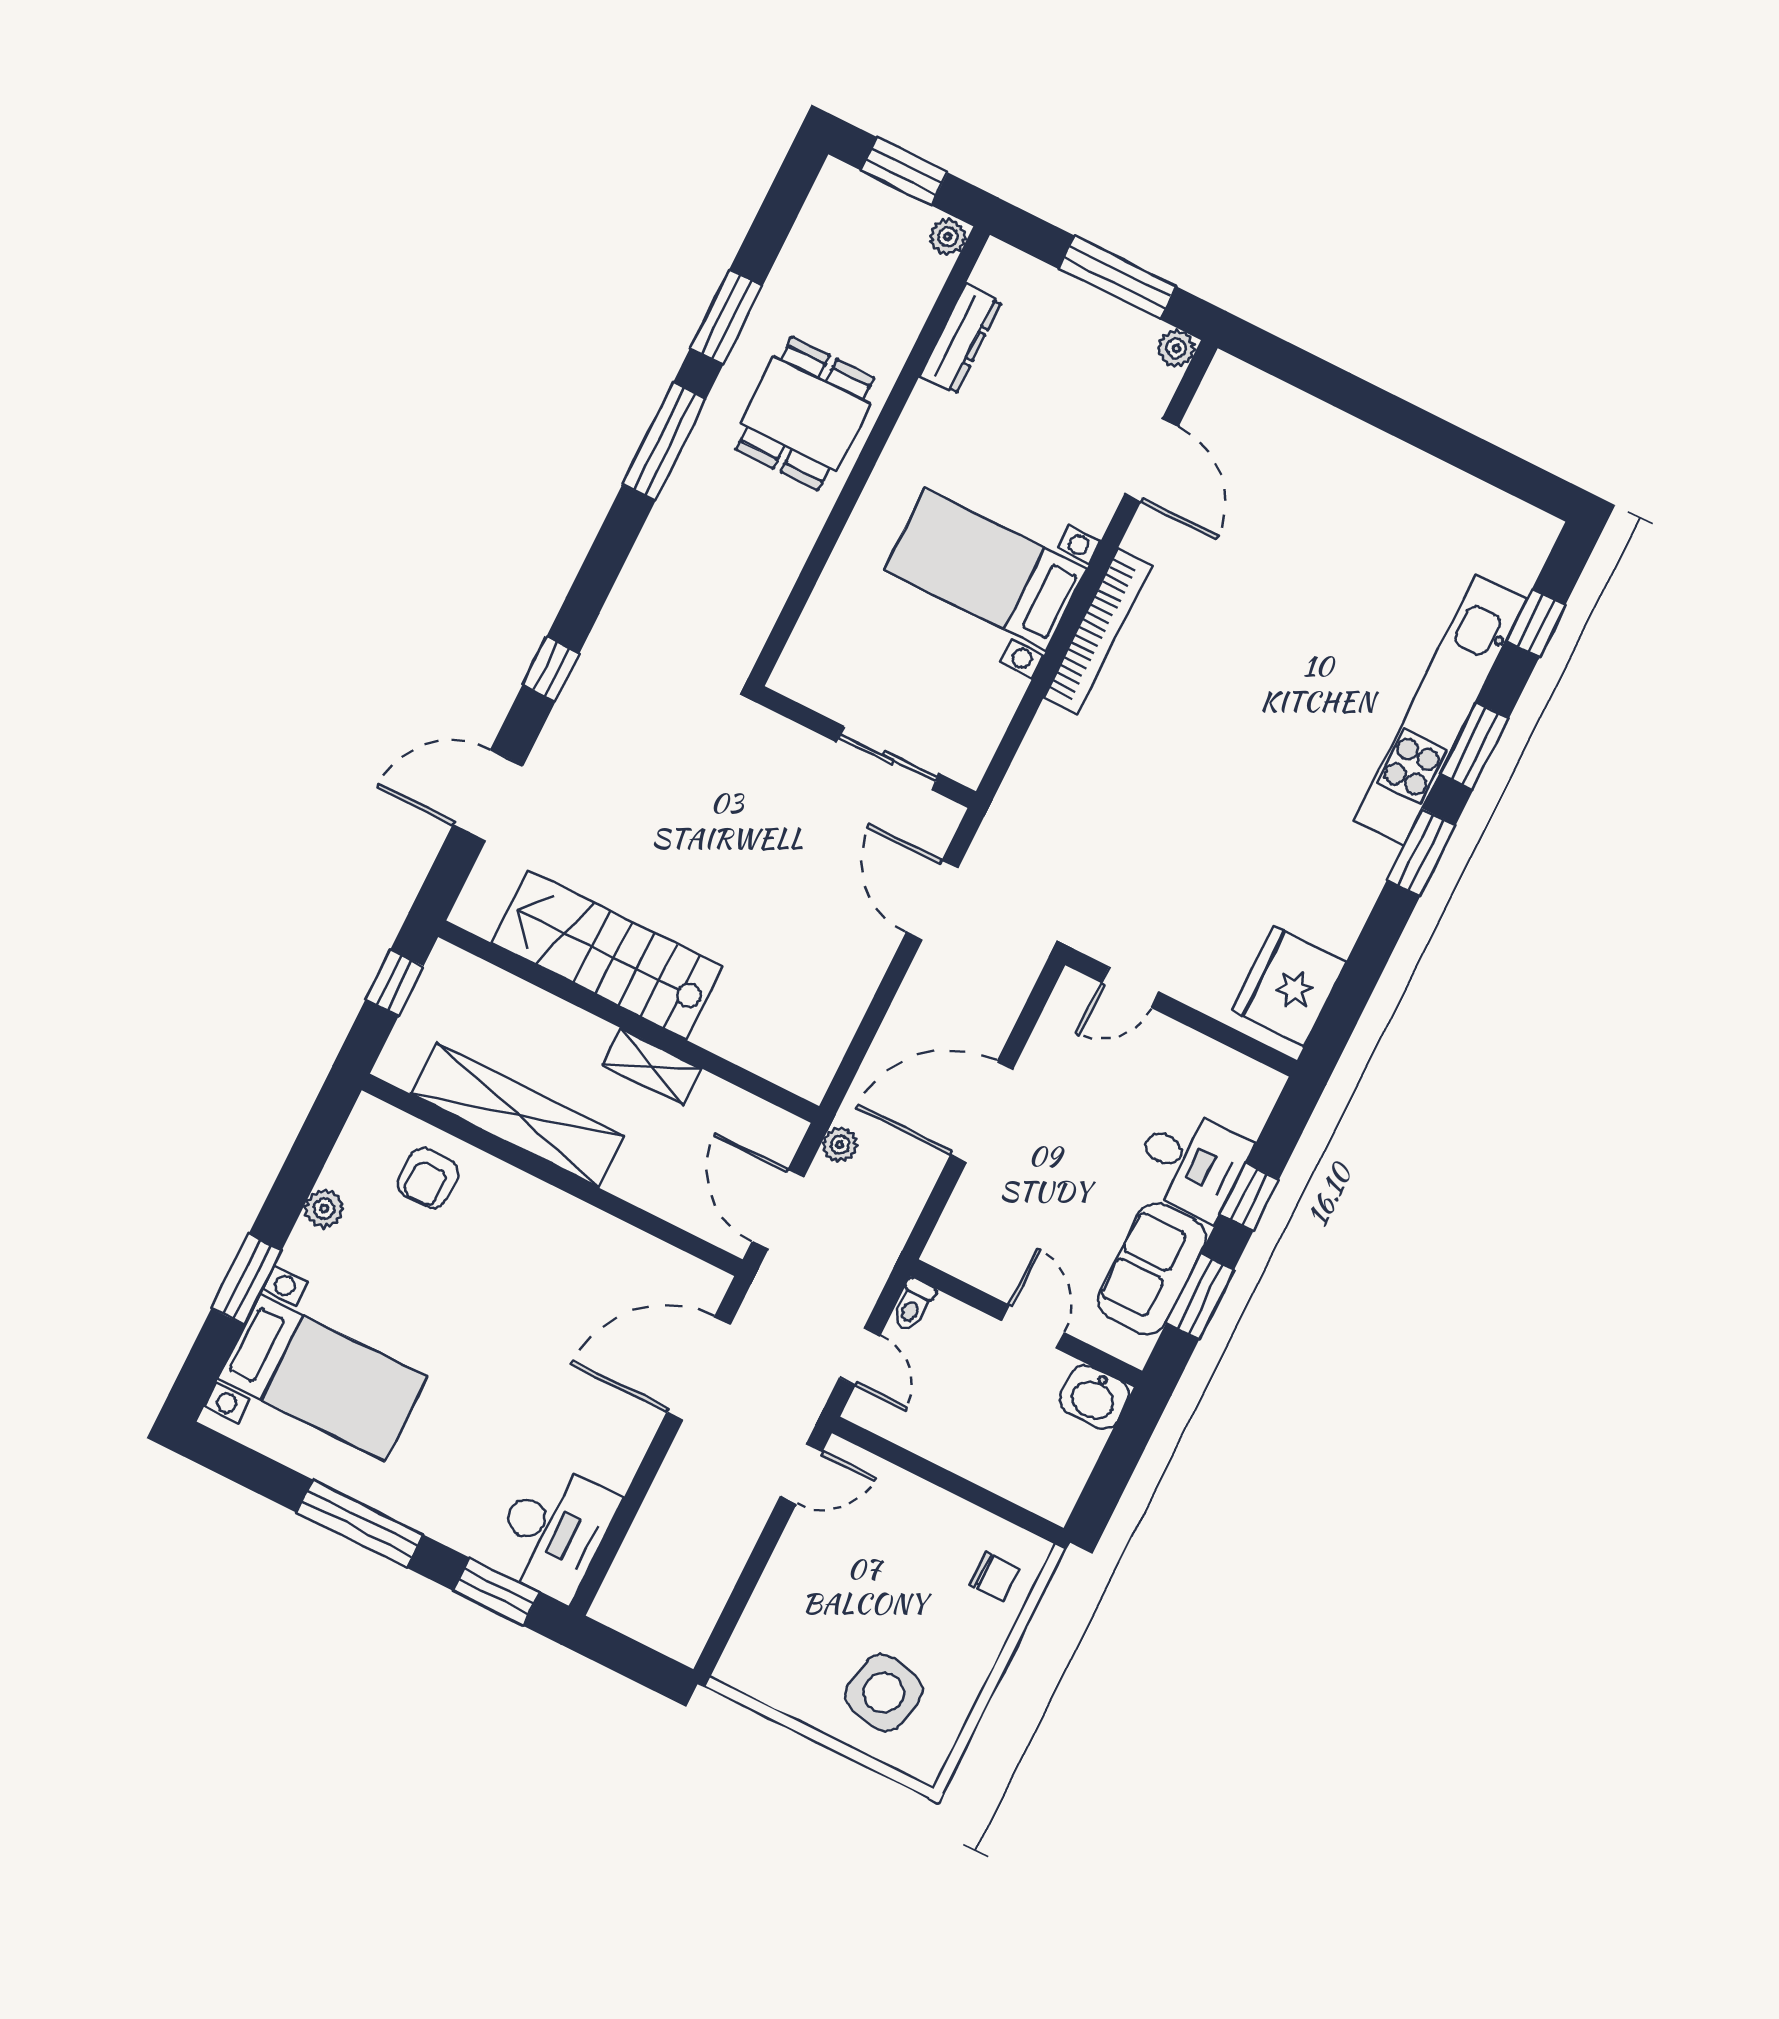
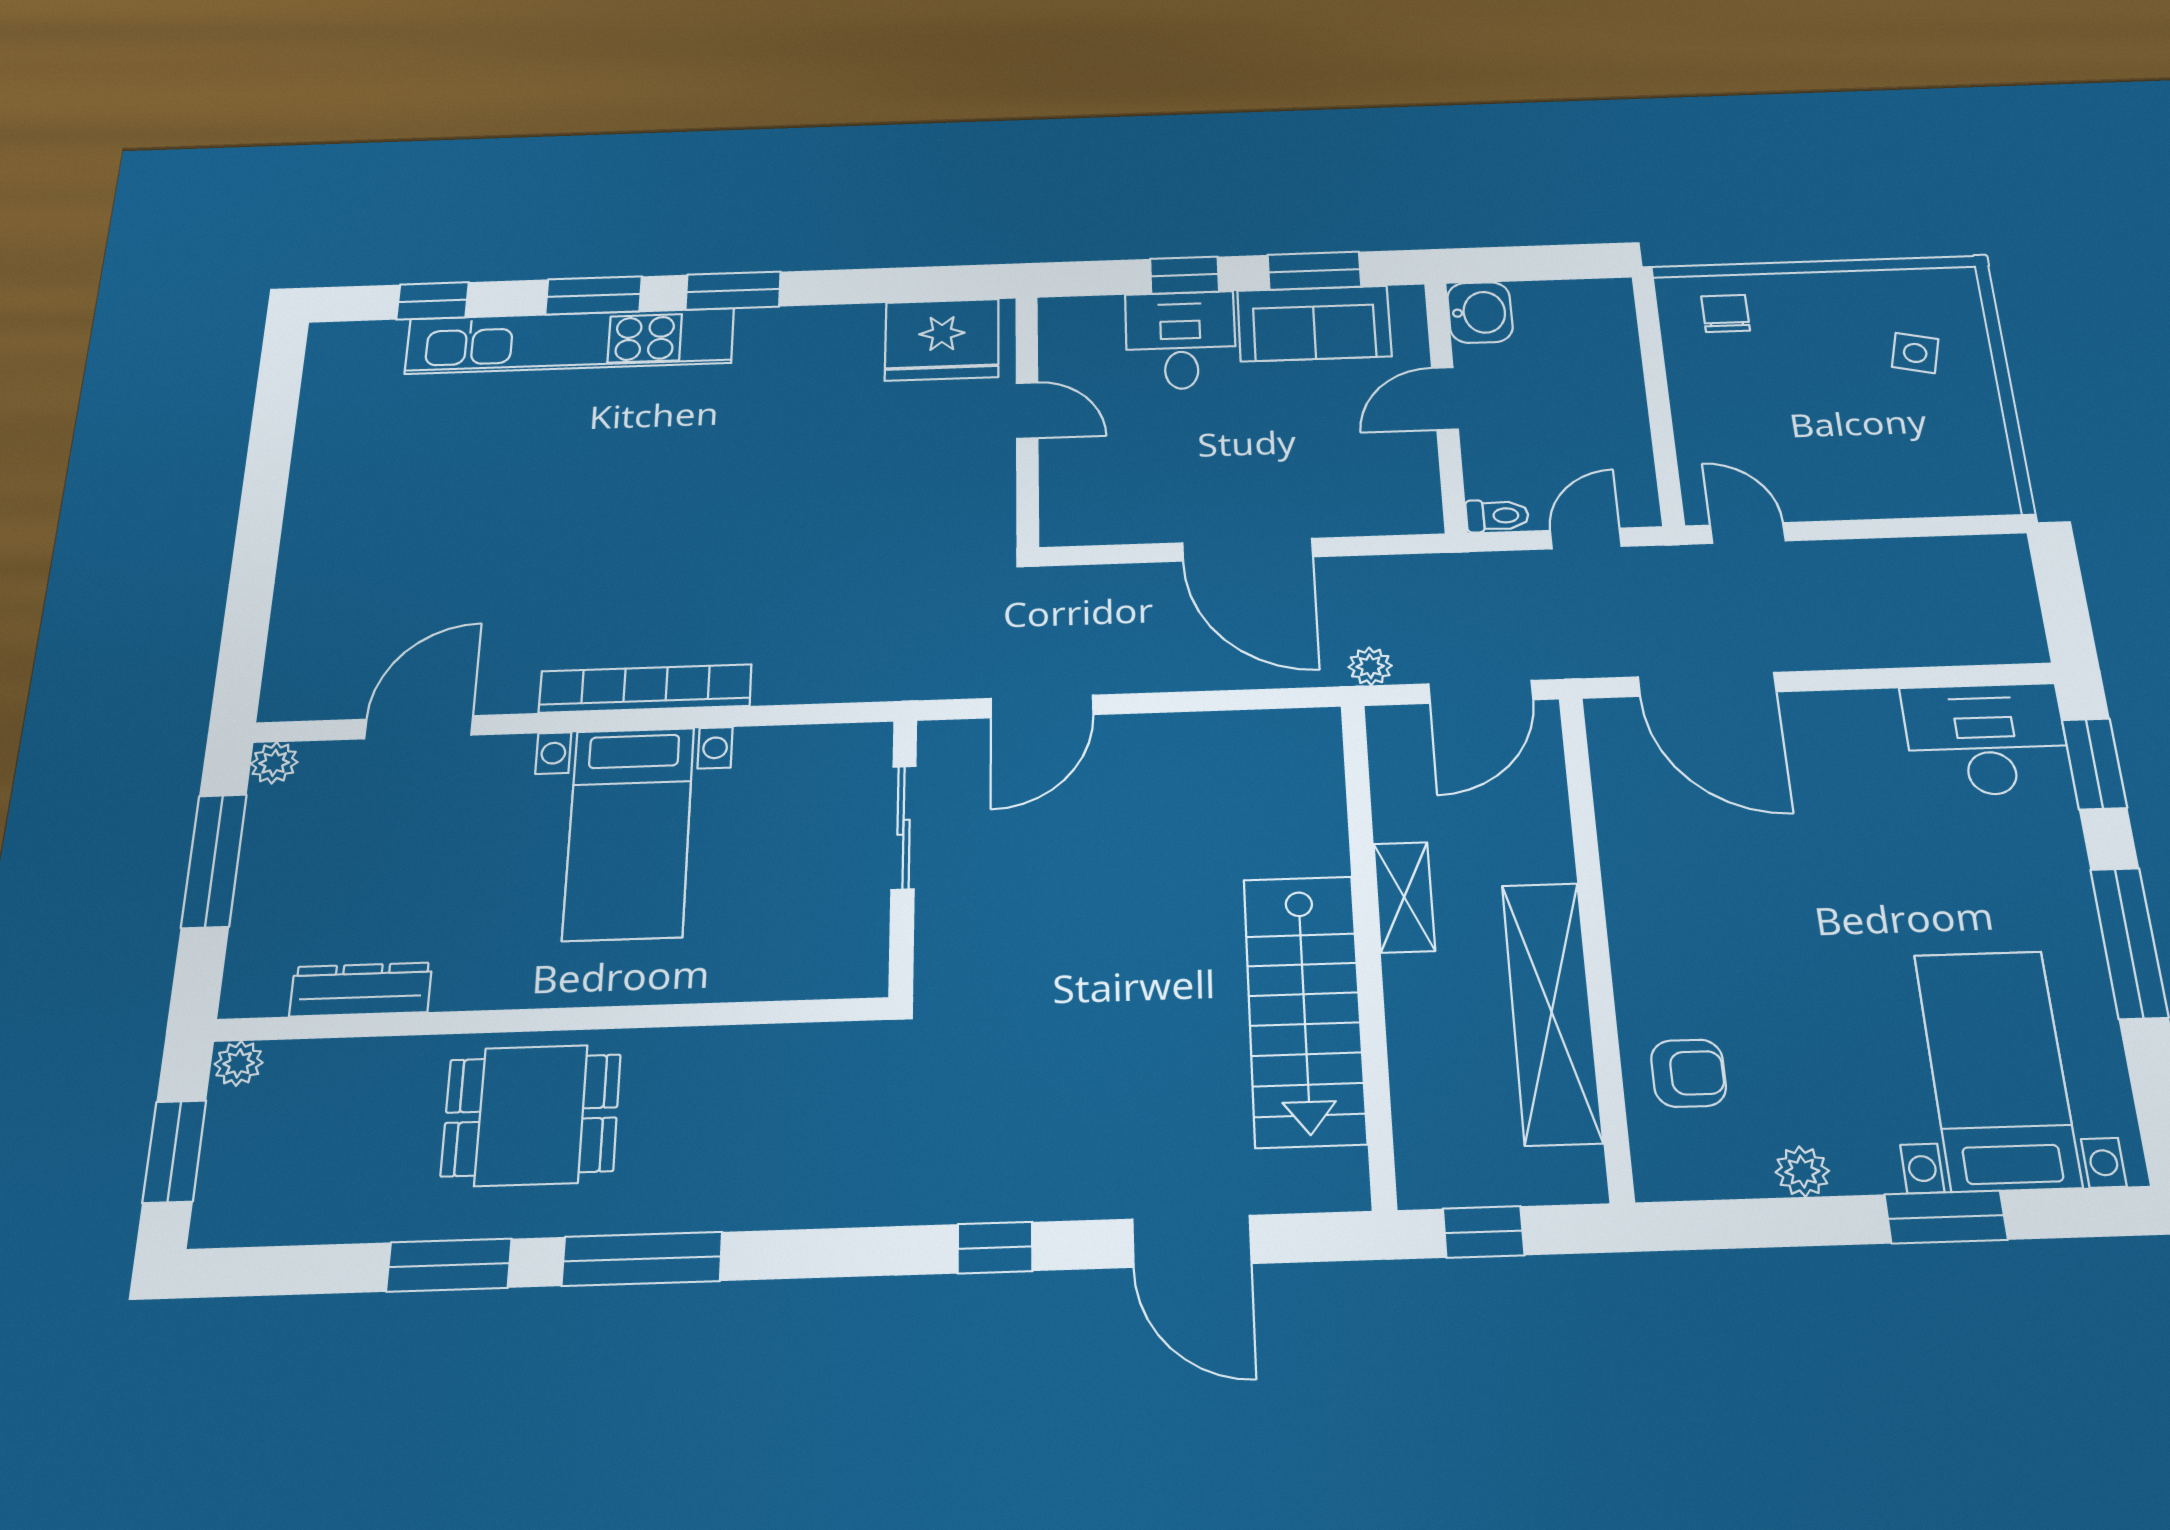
door: (1130, 987) -> (1027, 410), moved
side table: (884, 1693) -> (1915, 353), width x0.54, depth x0.54

